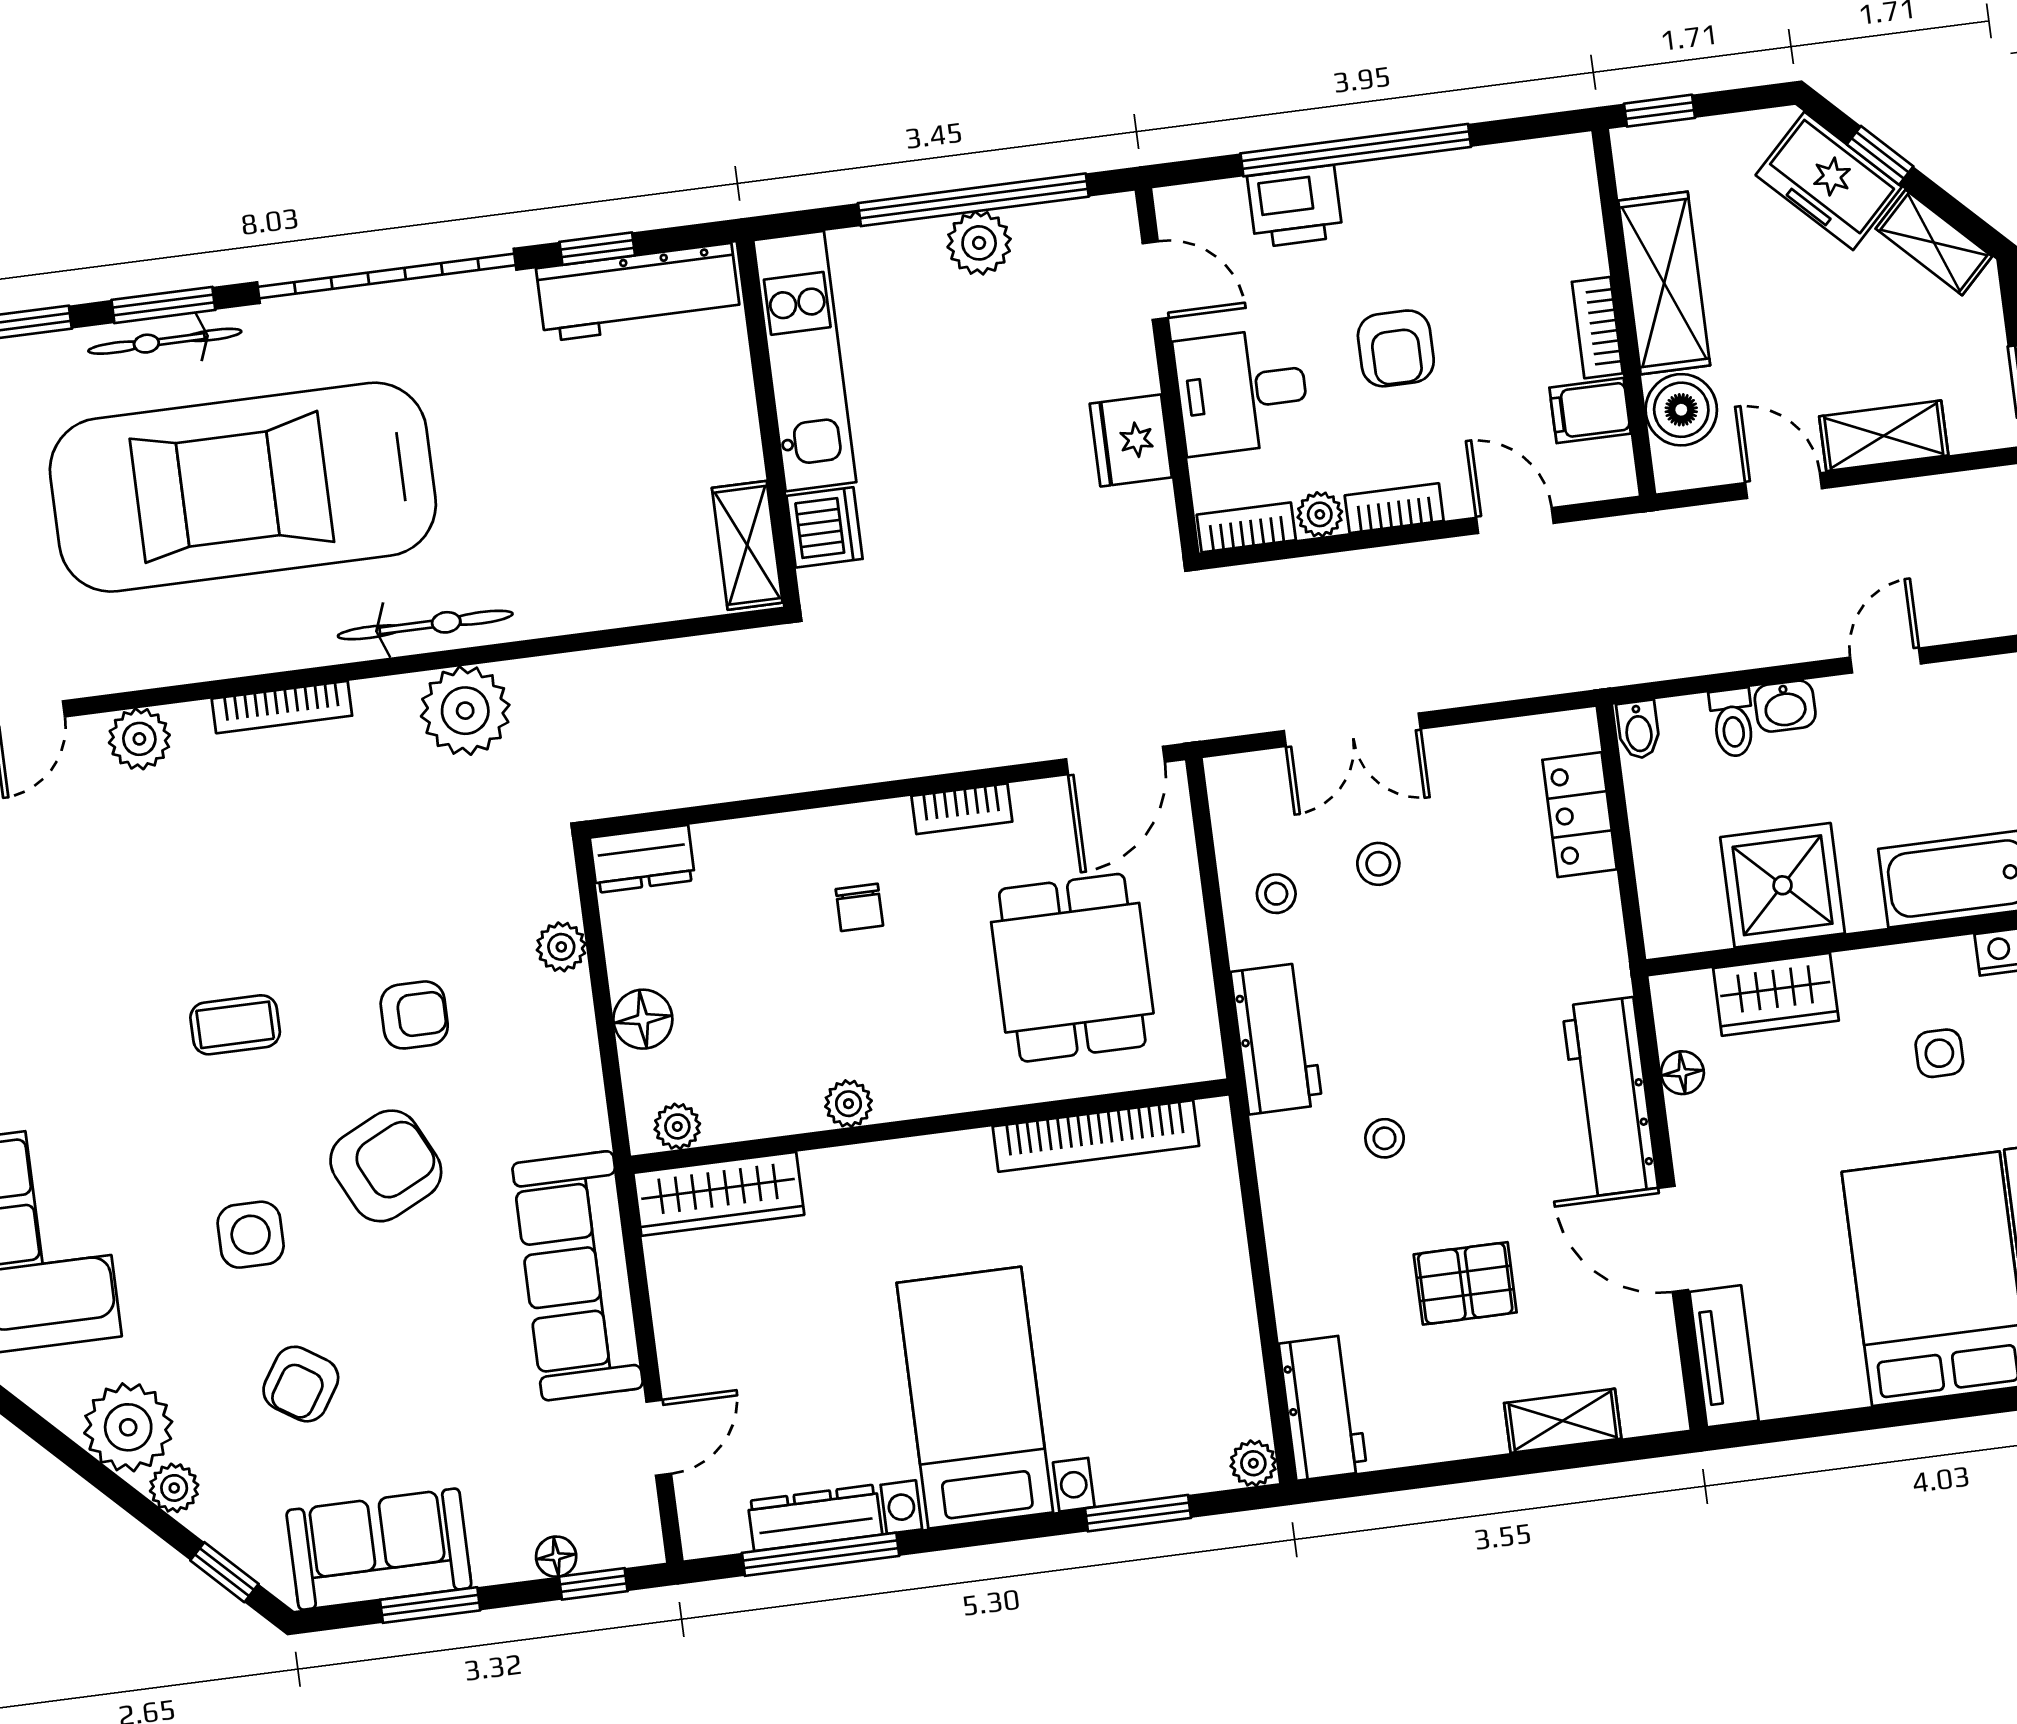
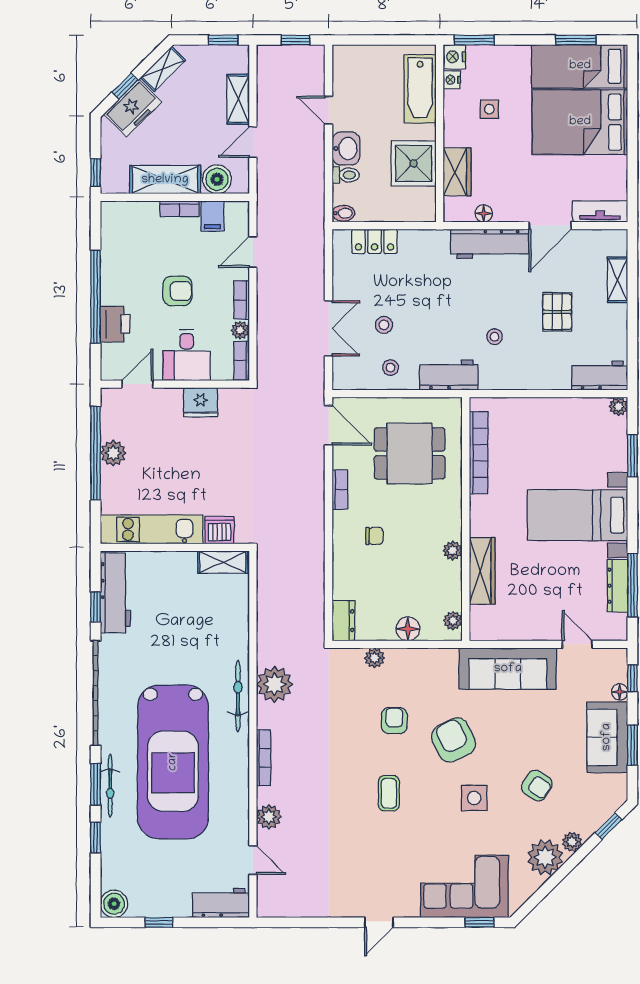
washbasin: (1785, 706) -> (346, 148), width x1.38, depth x1.45
wardrobe: (719, 1194) -> (482, 571), moved
sofa: (379, 1549) -> (607, 737), moved

